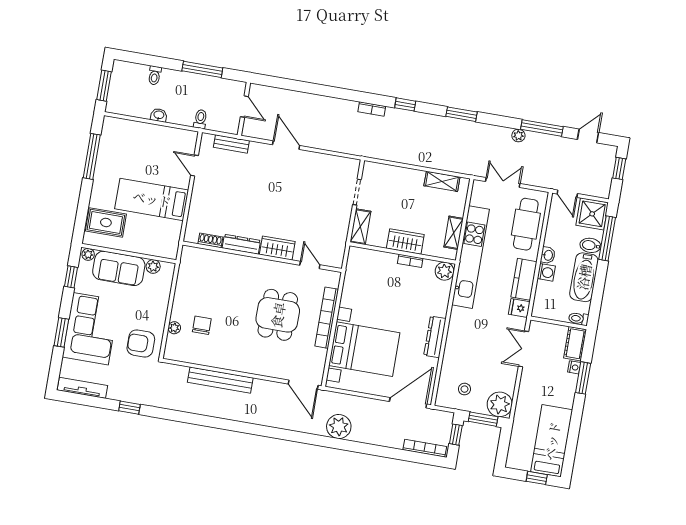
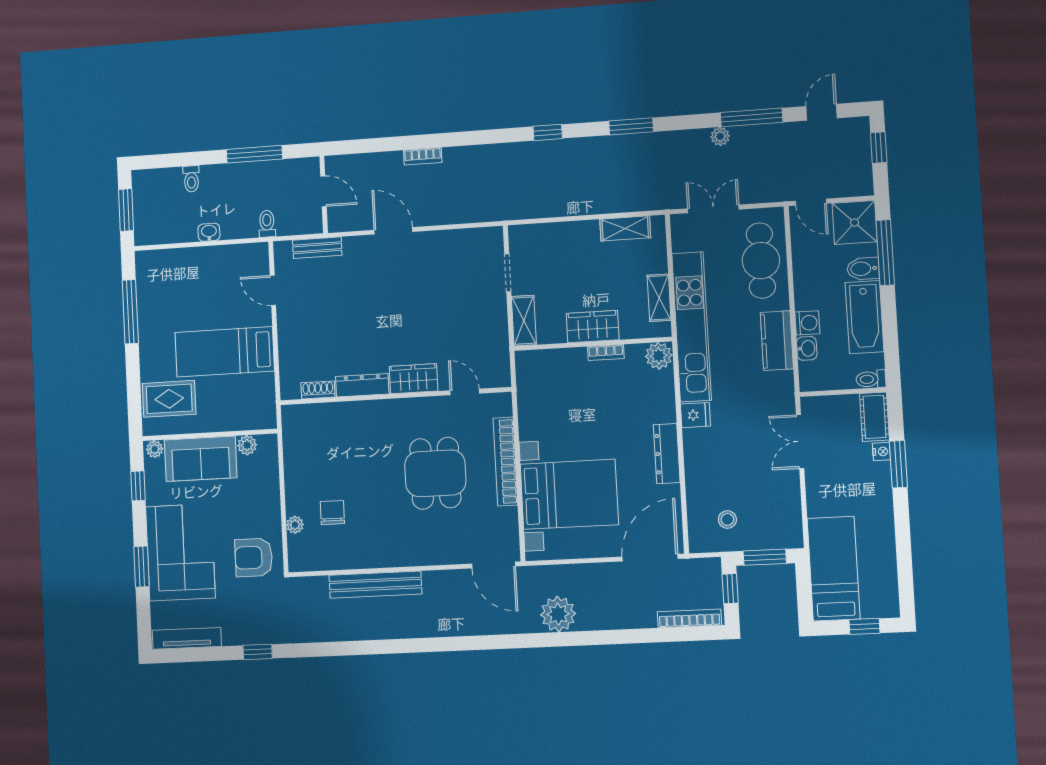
bookcase: (372, 109) -> (423, 156), moved
washbasin: (548, 255) -> (807, 348), moved
fridge: (519, 308) -> (695, 415), moved, turned 180
plant: (500, 404) -> (784, 530), removed
bed: (552, 441) -> (834, 569), moved

